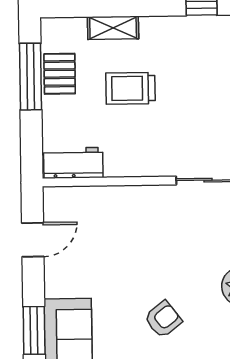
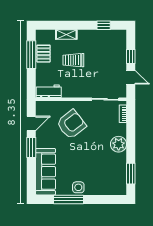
armchair: (163, 319) -> (71, 124), moved, width x1.88, depth x1.88
window: (34, 330) -> (31, 148), moved

